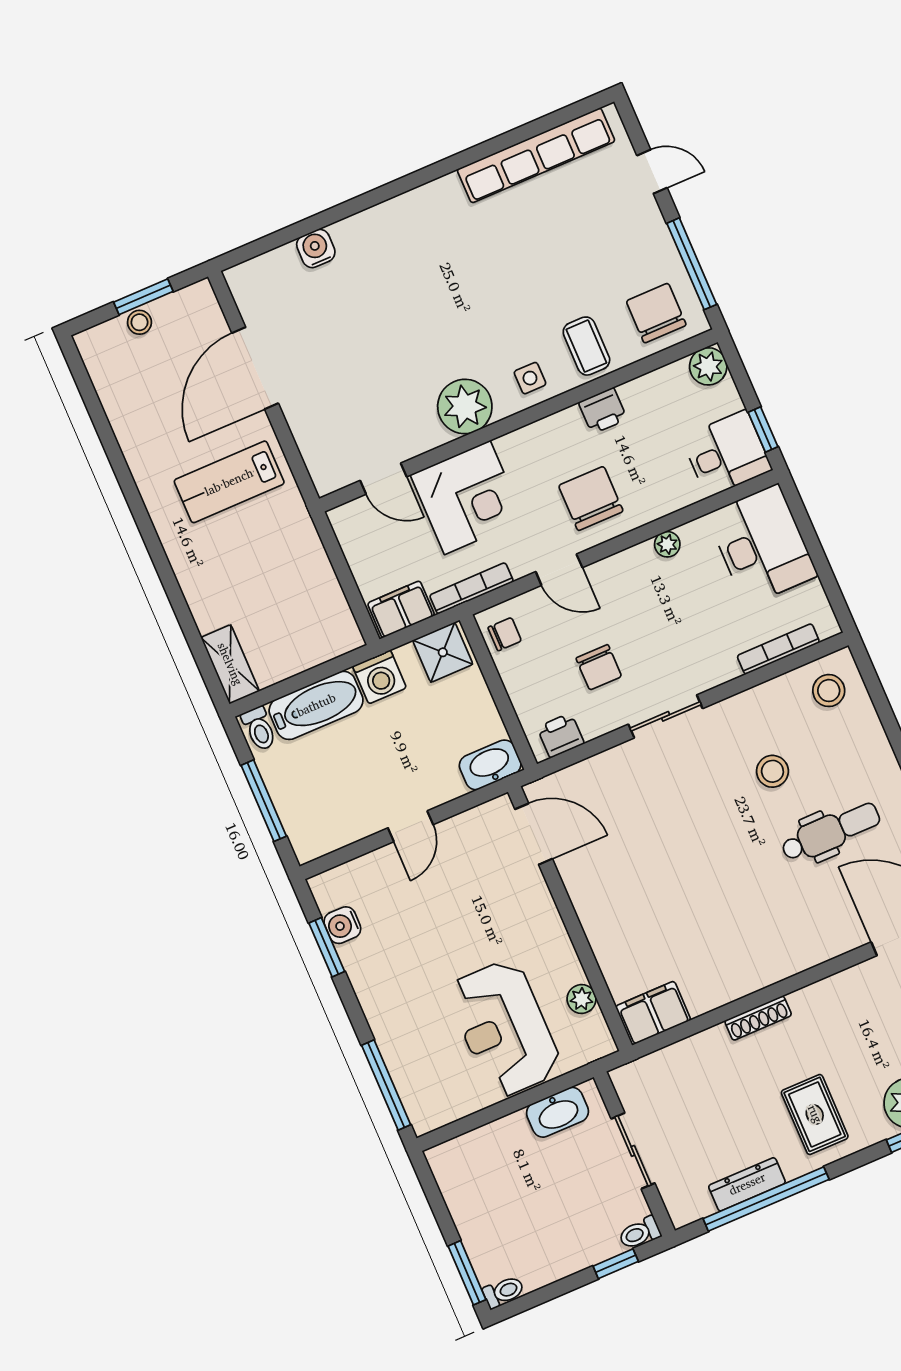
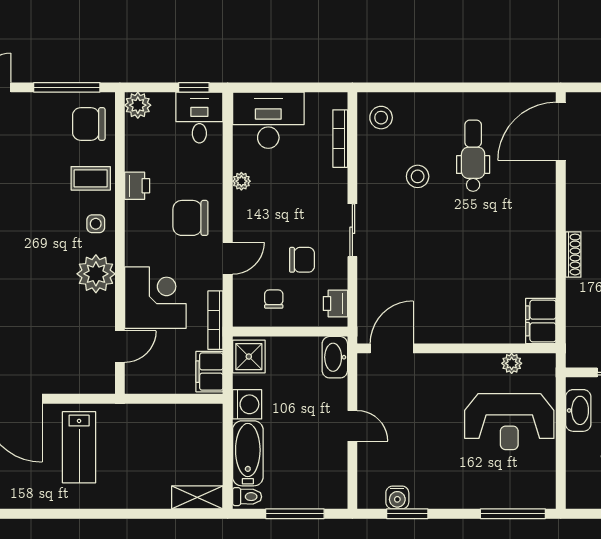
chair: (505, 634) -> (274, 299), moved

